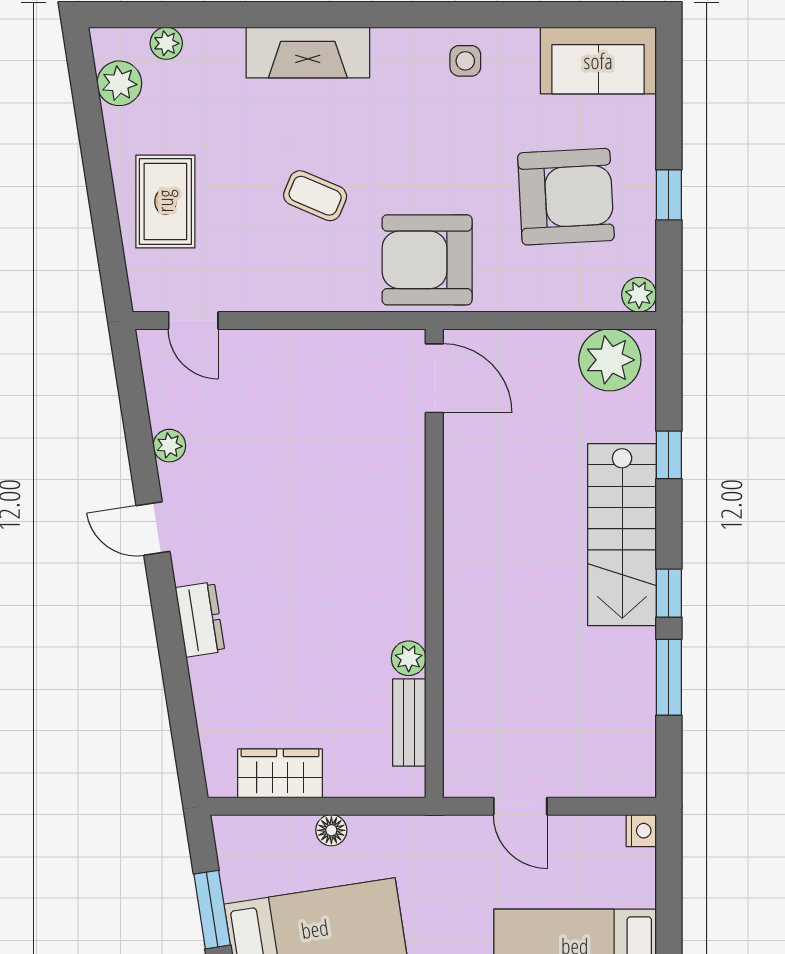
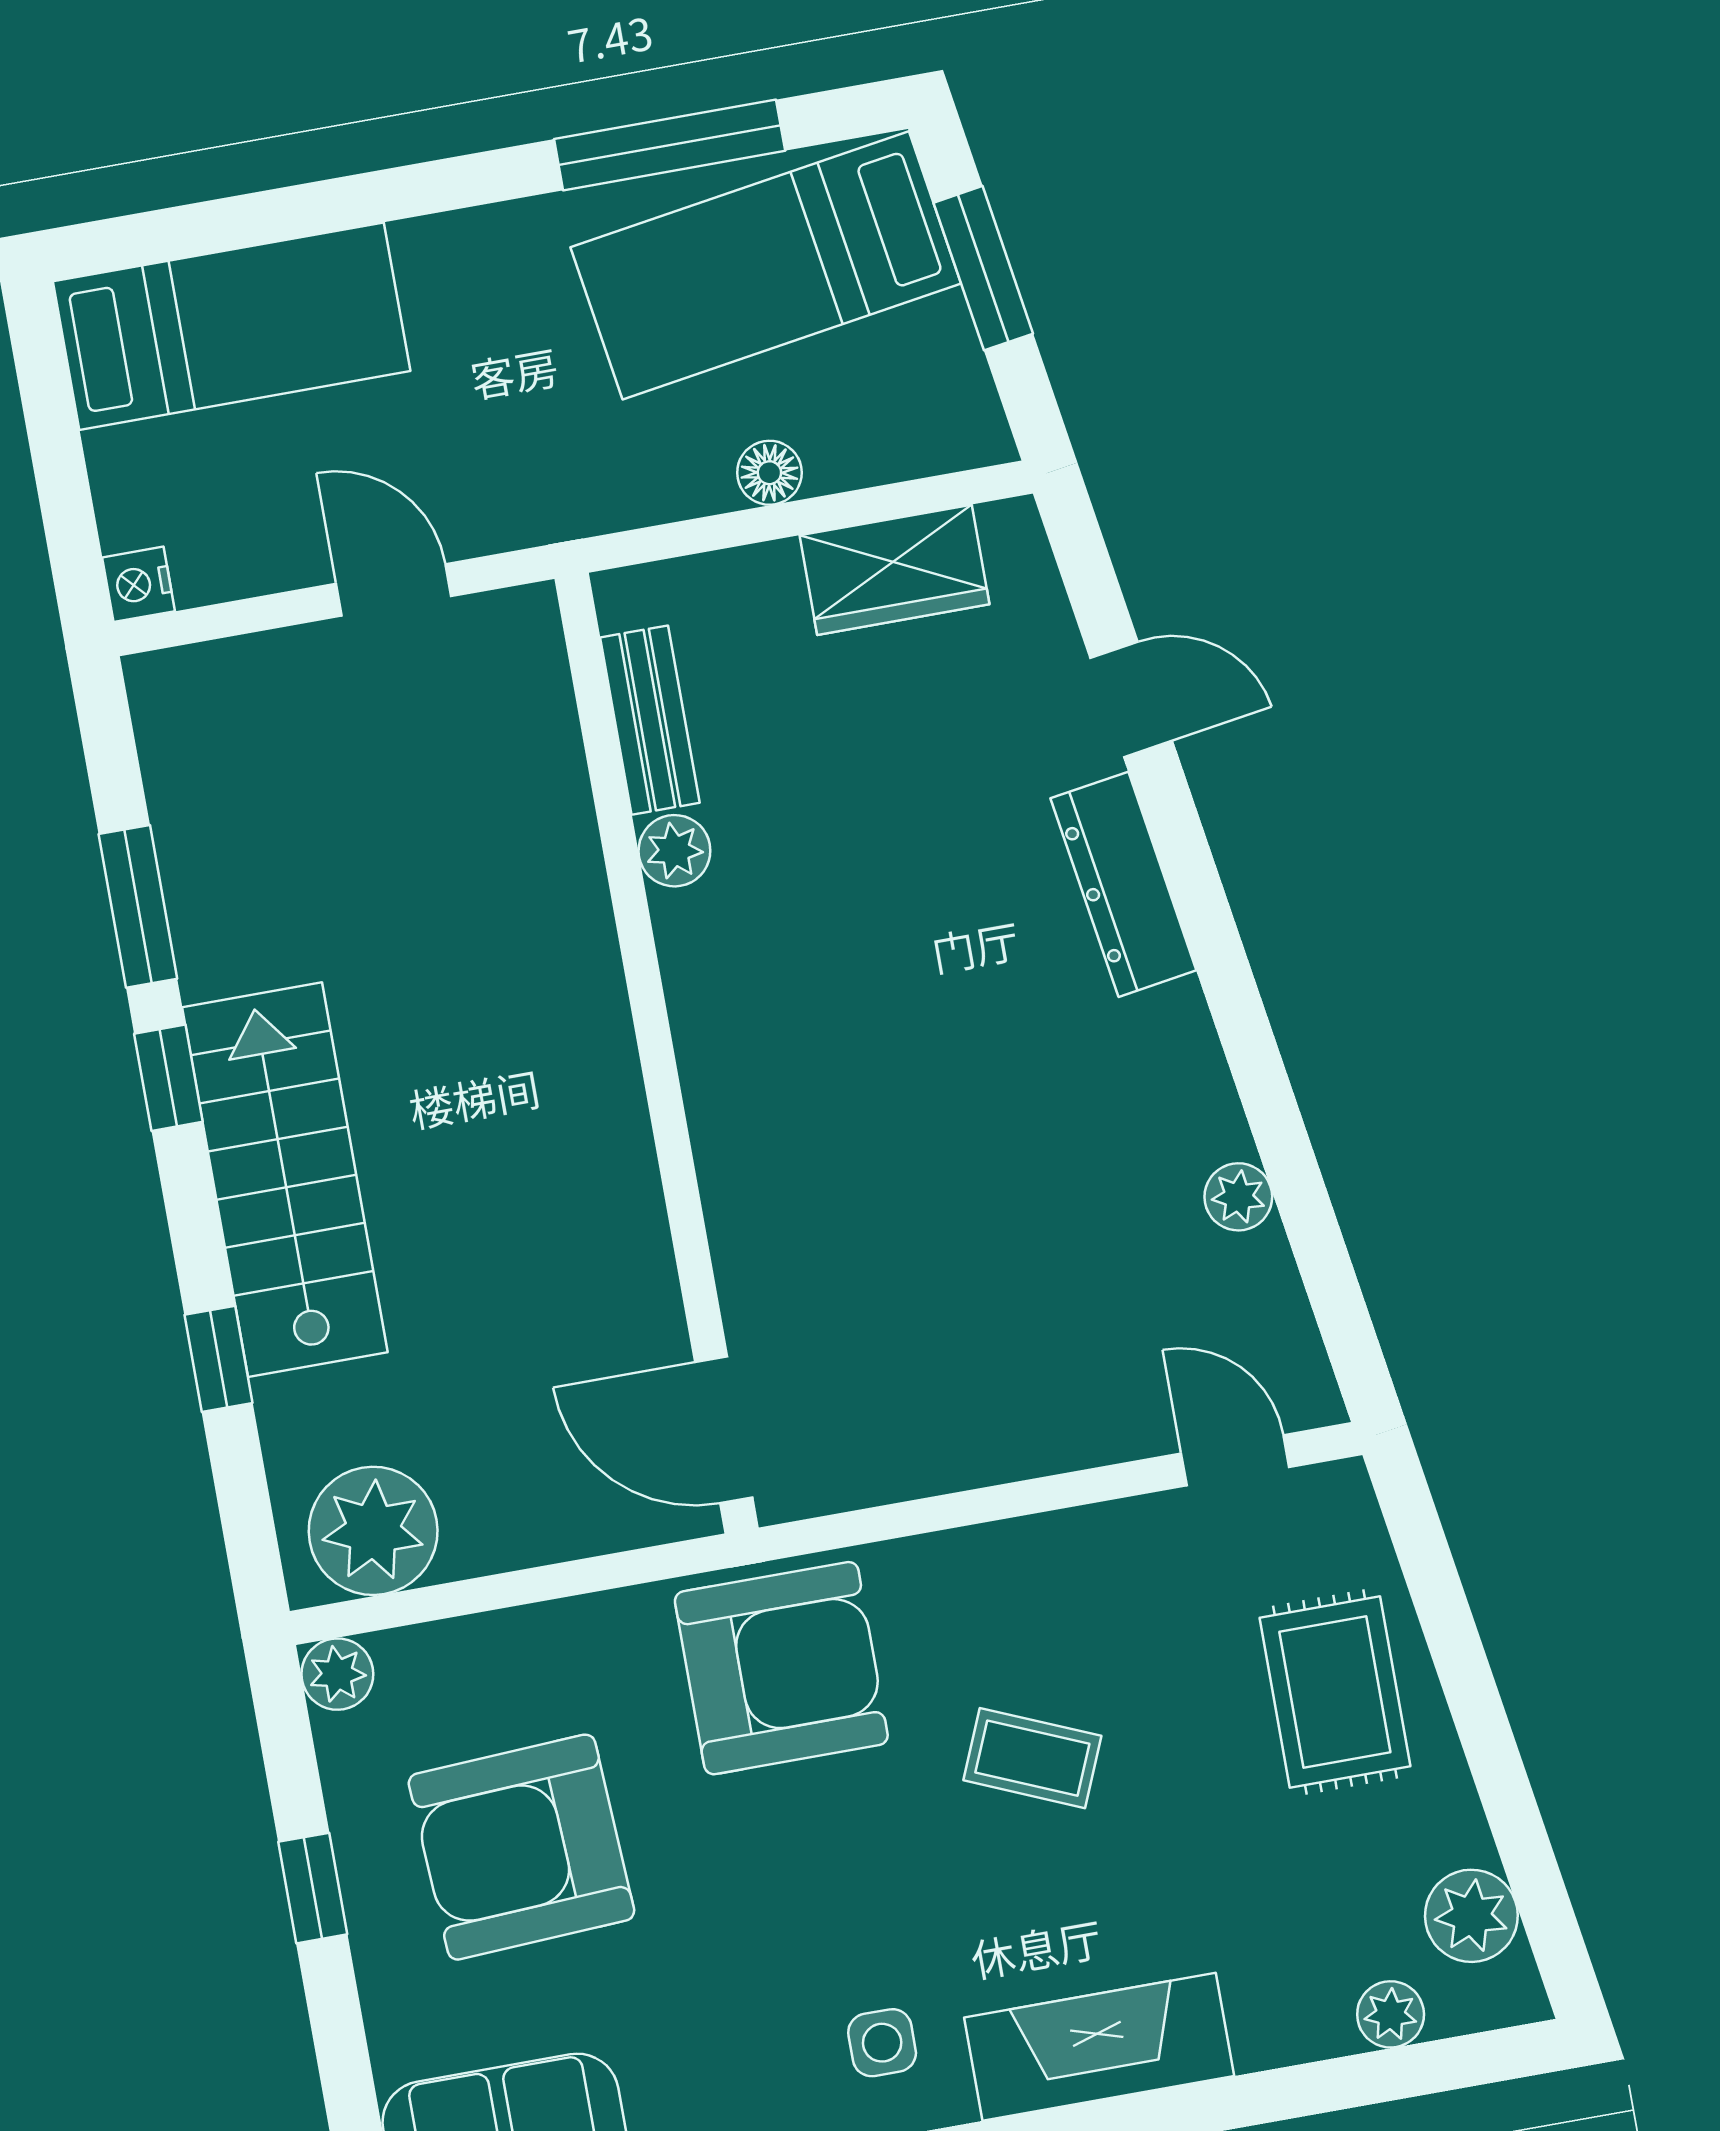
side table: (465, 61) -> (882, 2043), moved
door: (153, 528) -> (1131, 699), moved
dresser: (200, 619) -> (1123, 884), width x1.44

